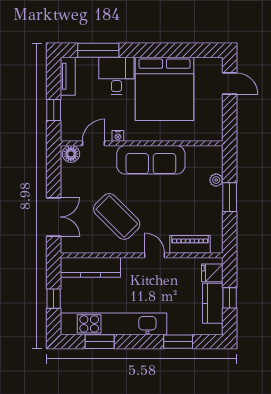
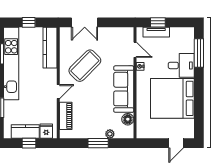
tv unit: (68, 76) -> (156, 32), moved
floor lamp: (71, 154) -> (128, 119), moved

